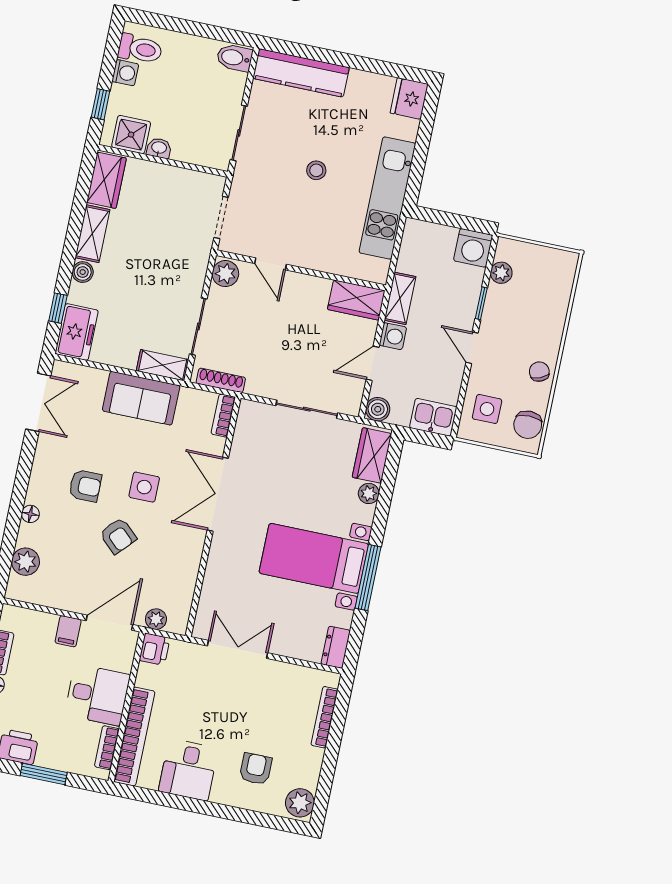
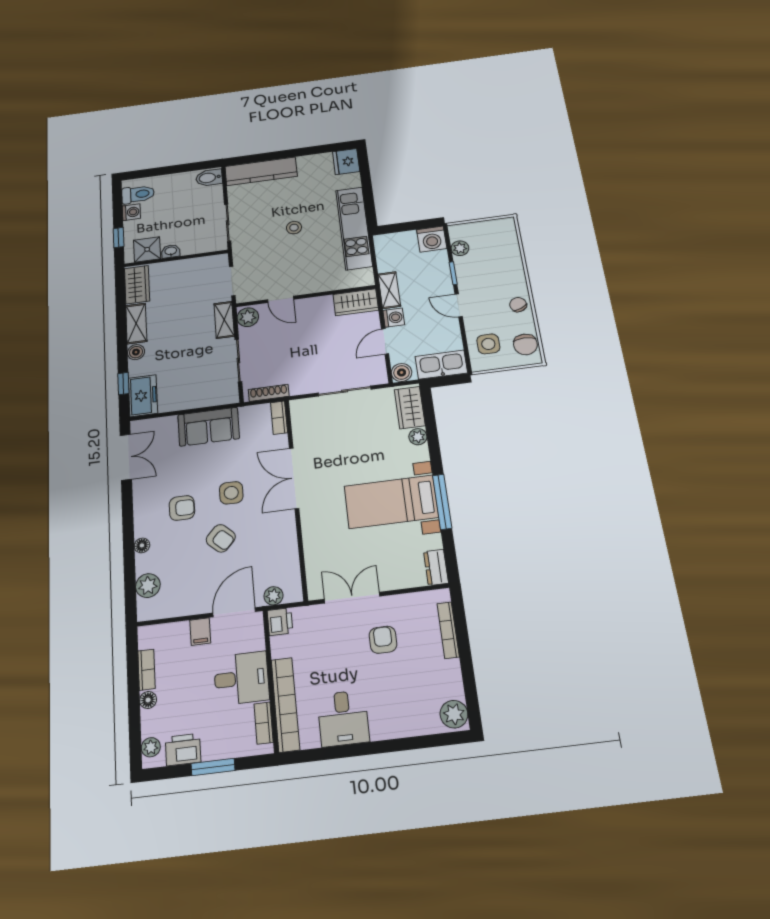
shelving: (163, 365) -> (224, 320), moved, turned 90
kitchen sink: (433, 417) -> (441, 365), width x1.38
armchair: (256, 769) -> (383, 640), moved

